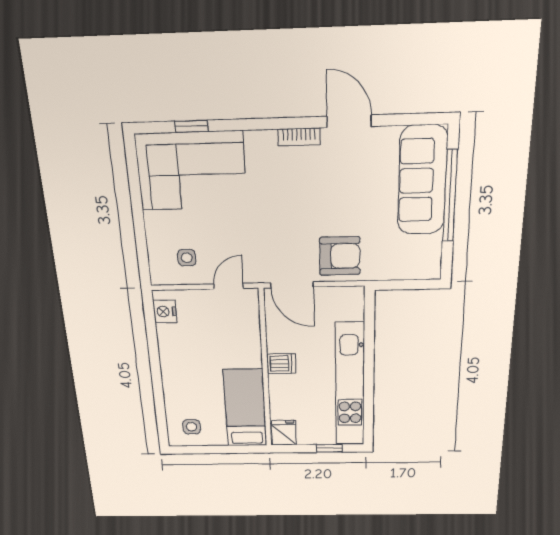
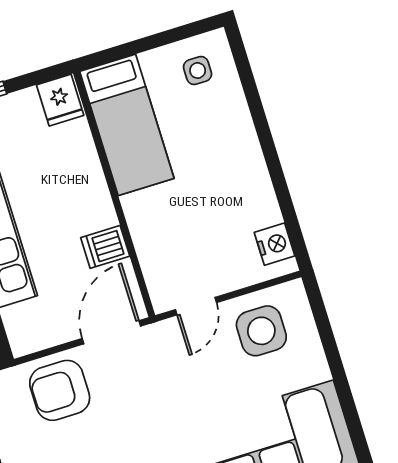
side table: (187, 258) -> (261, 331), width x1.87, depth x1.87
door: (292, 285) -> (111, 332), hinge flipped
dishwasher: (281, 364) -> (105, 247), moved

